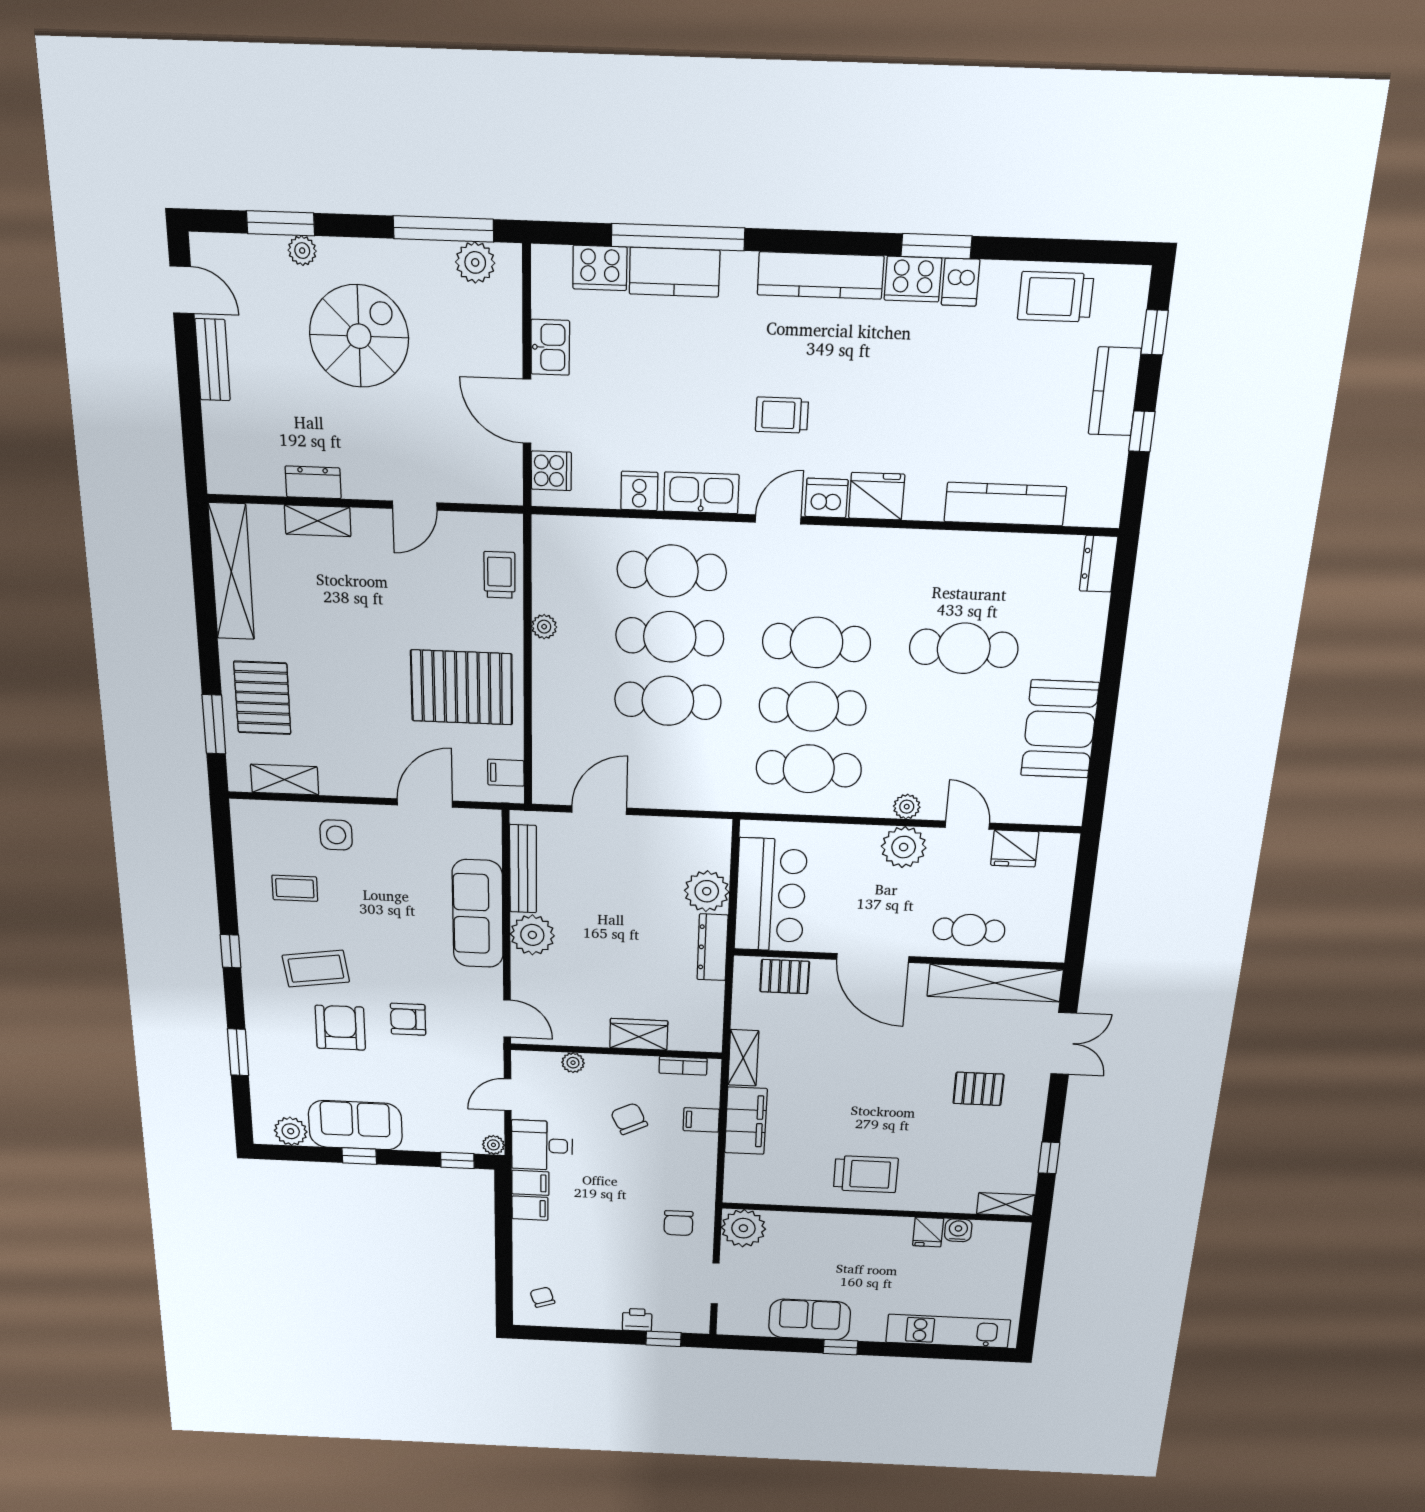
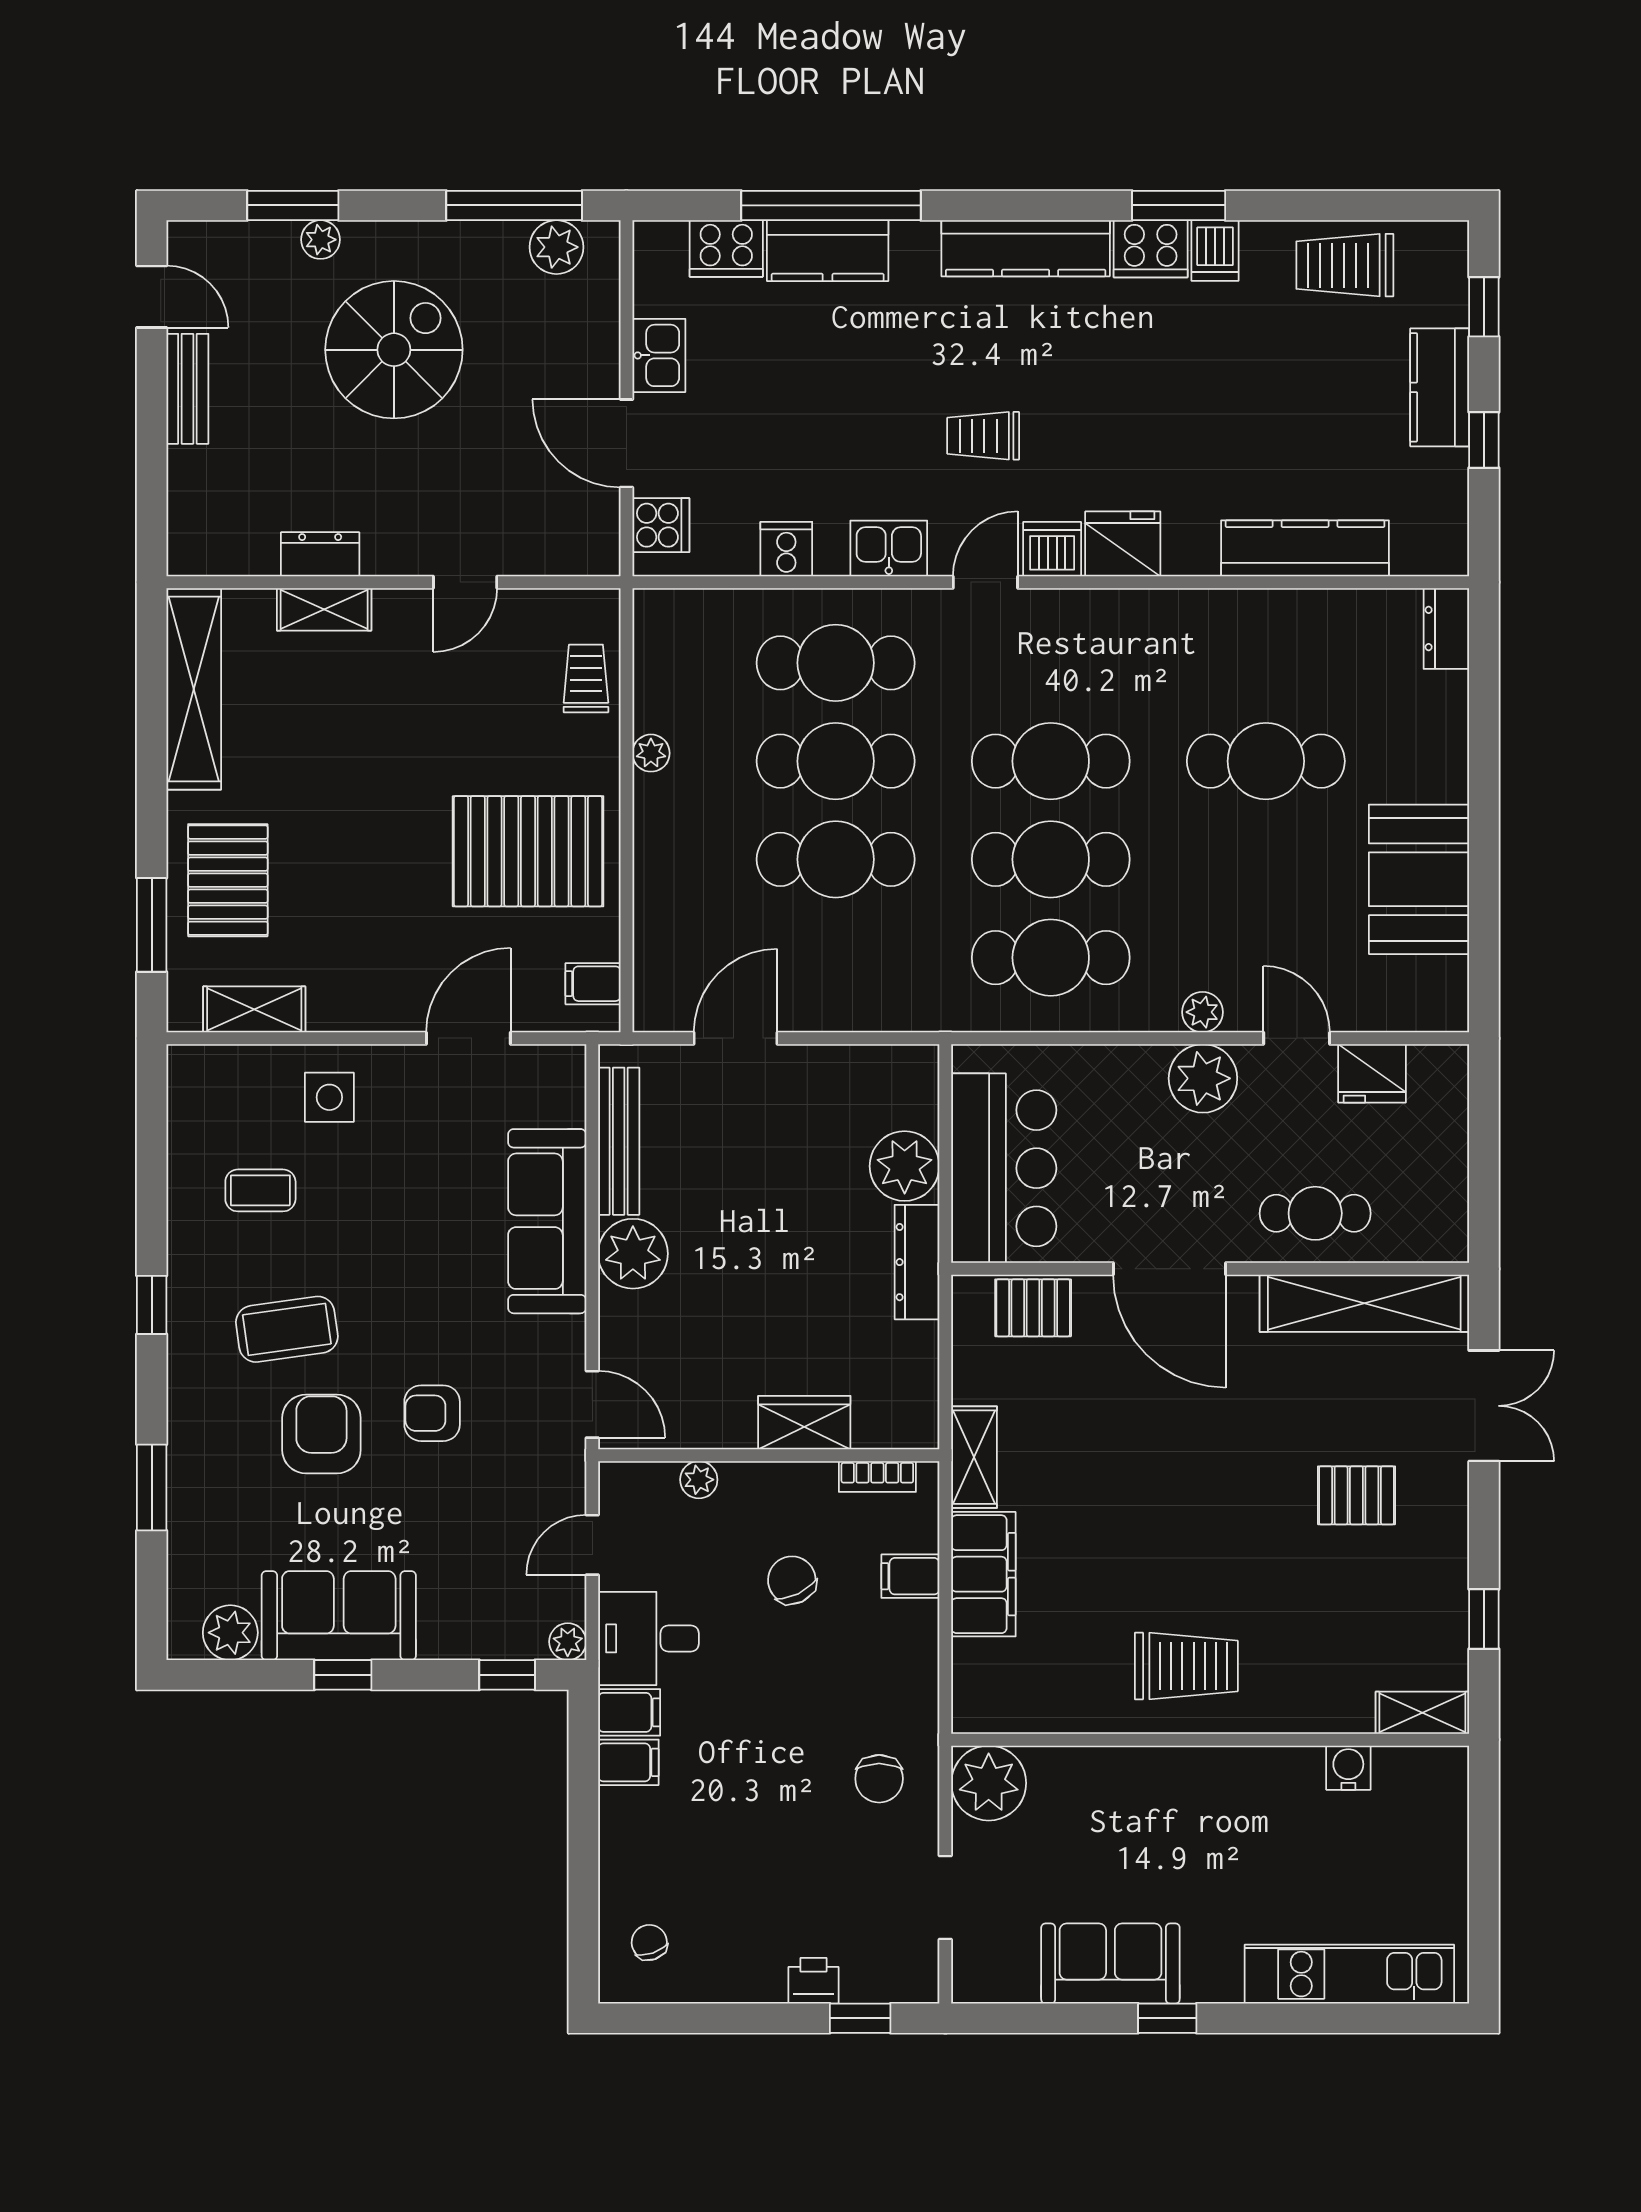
kitchen sink: (701, 493) -> (889, 548), width x0.73
fridge: (928, 1232) -> (1298, 1774), removed

